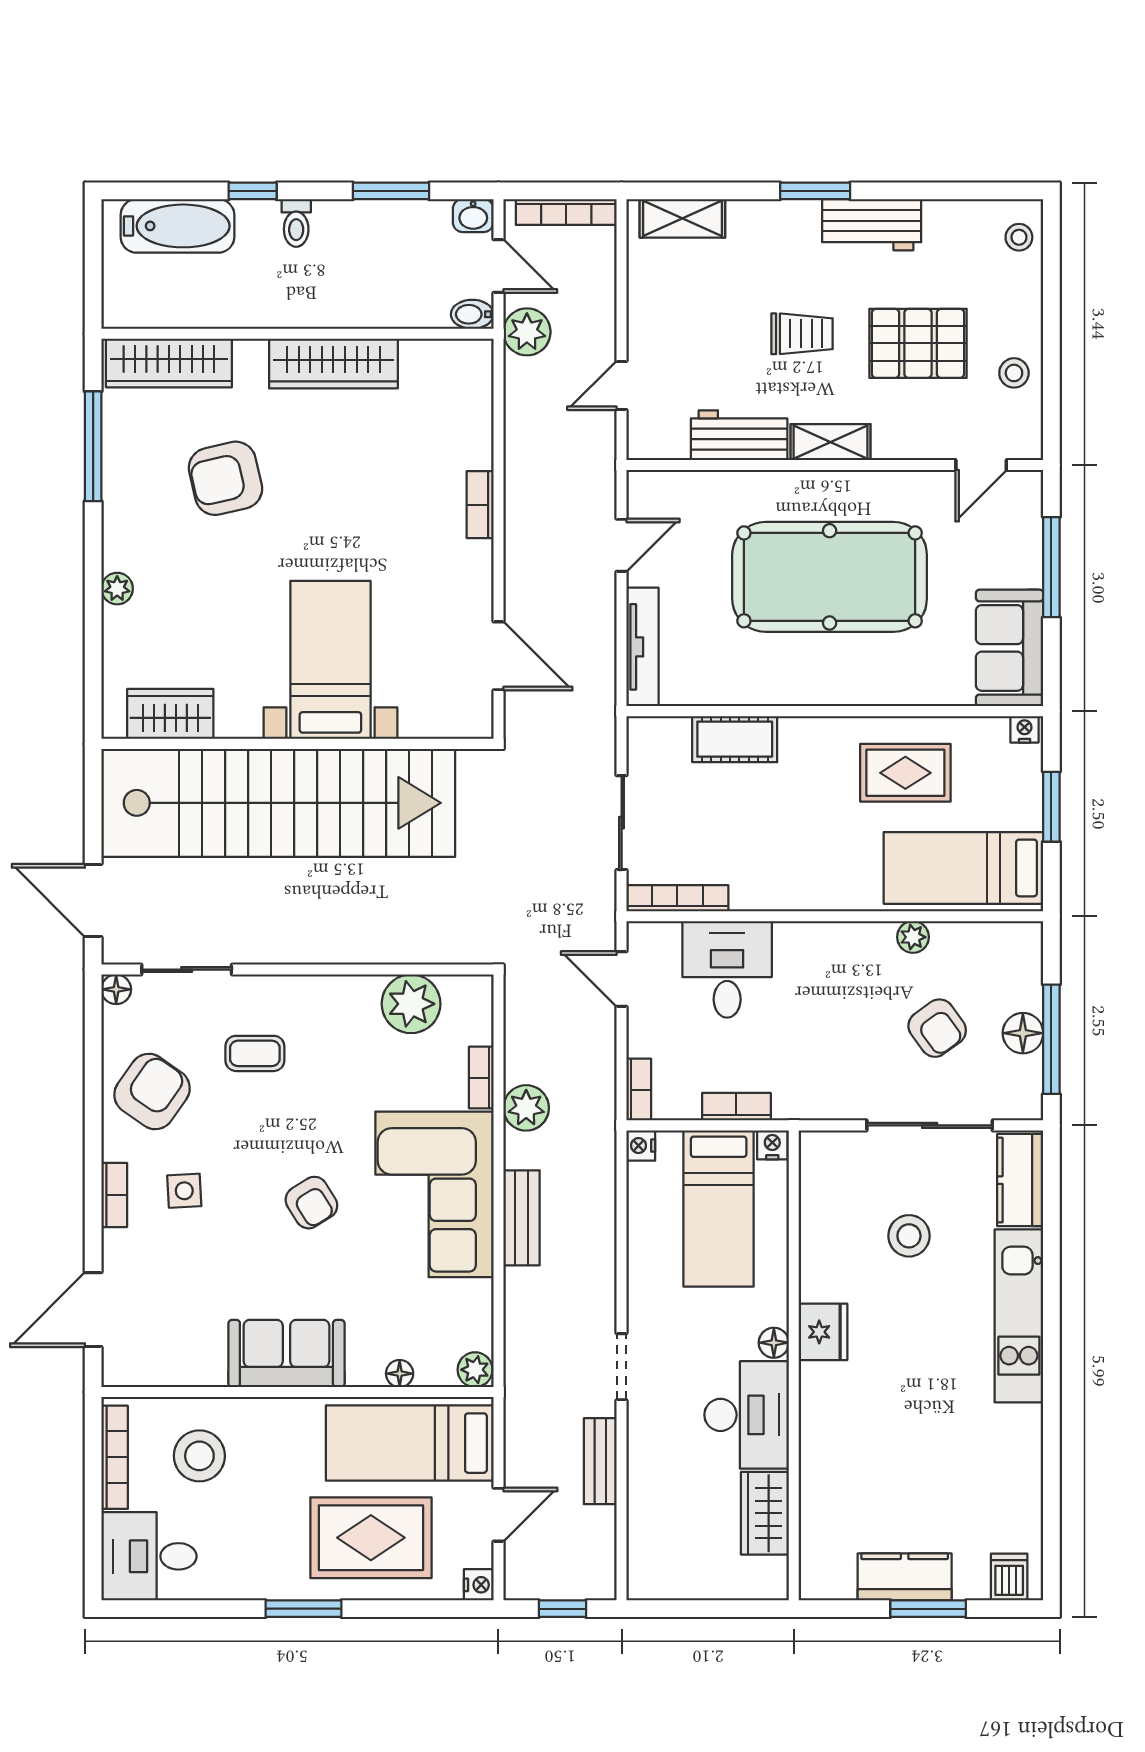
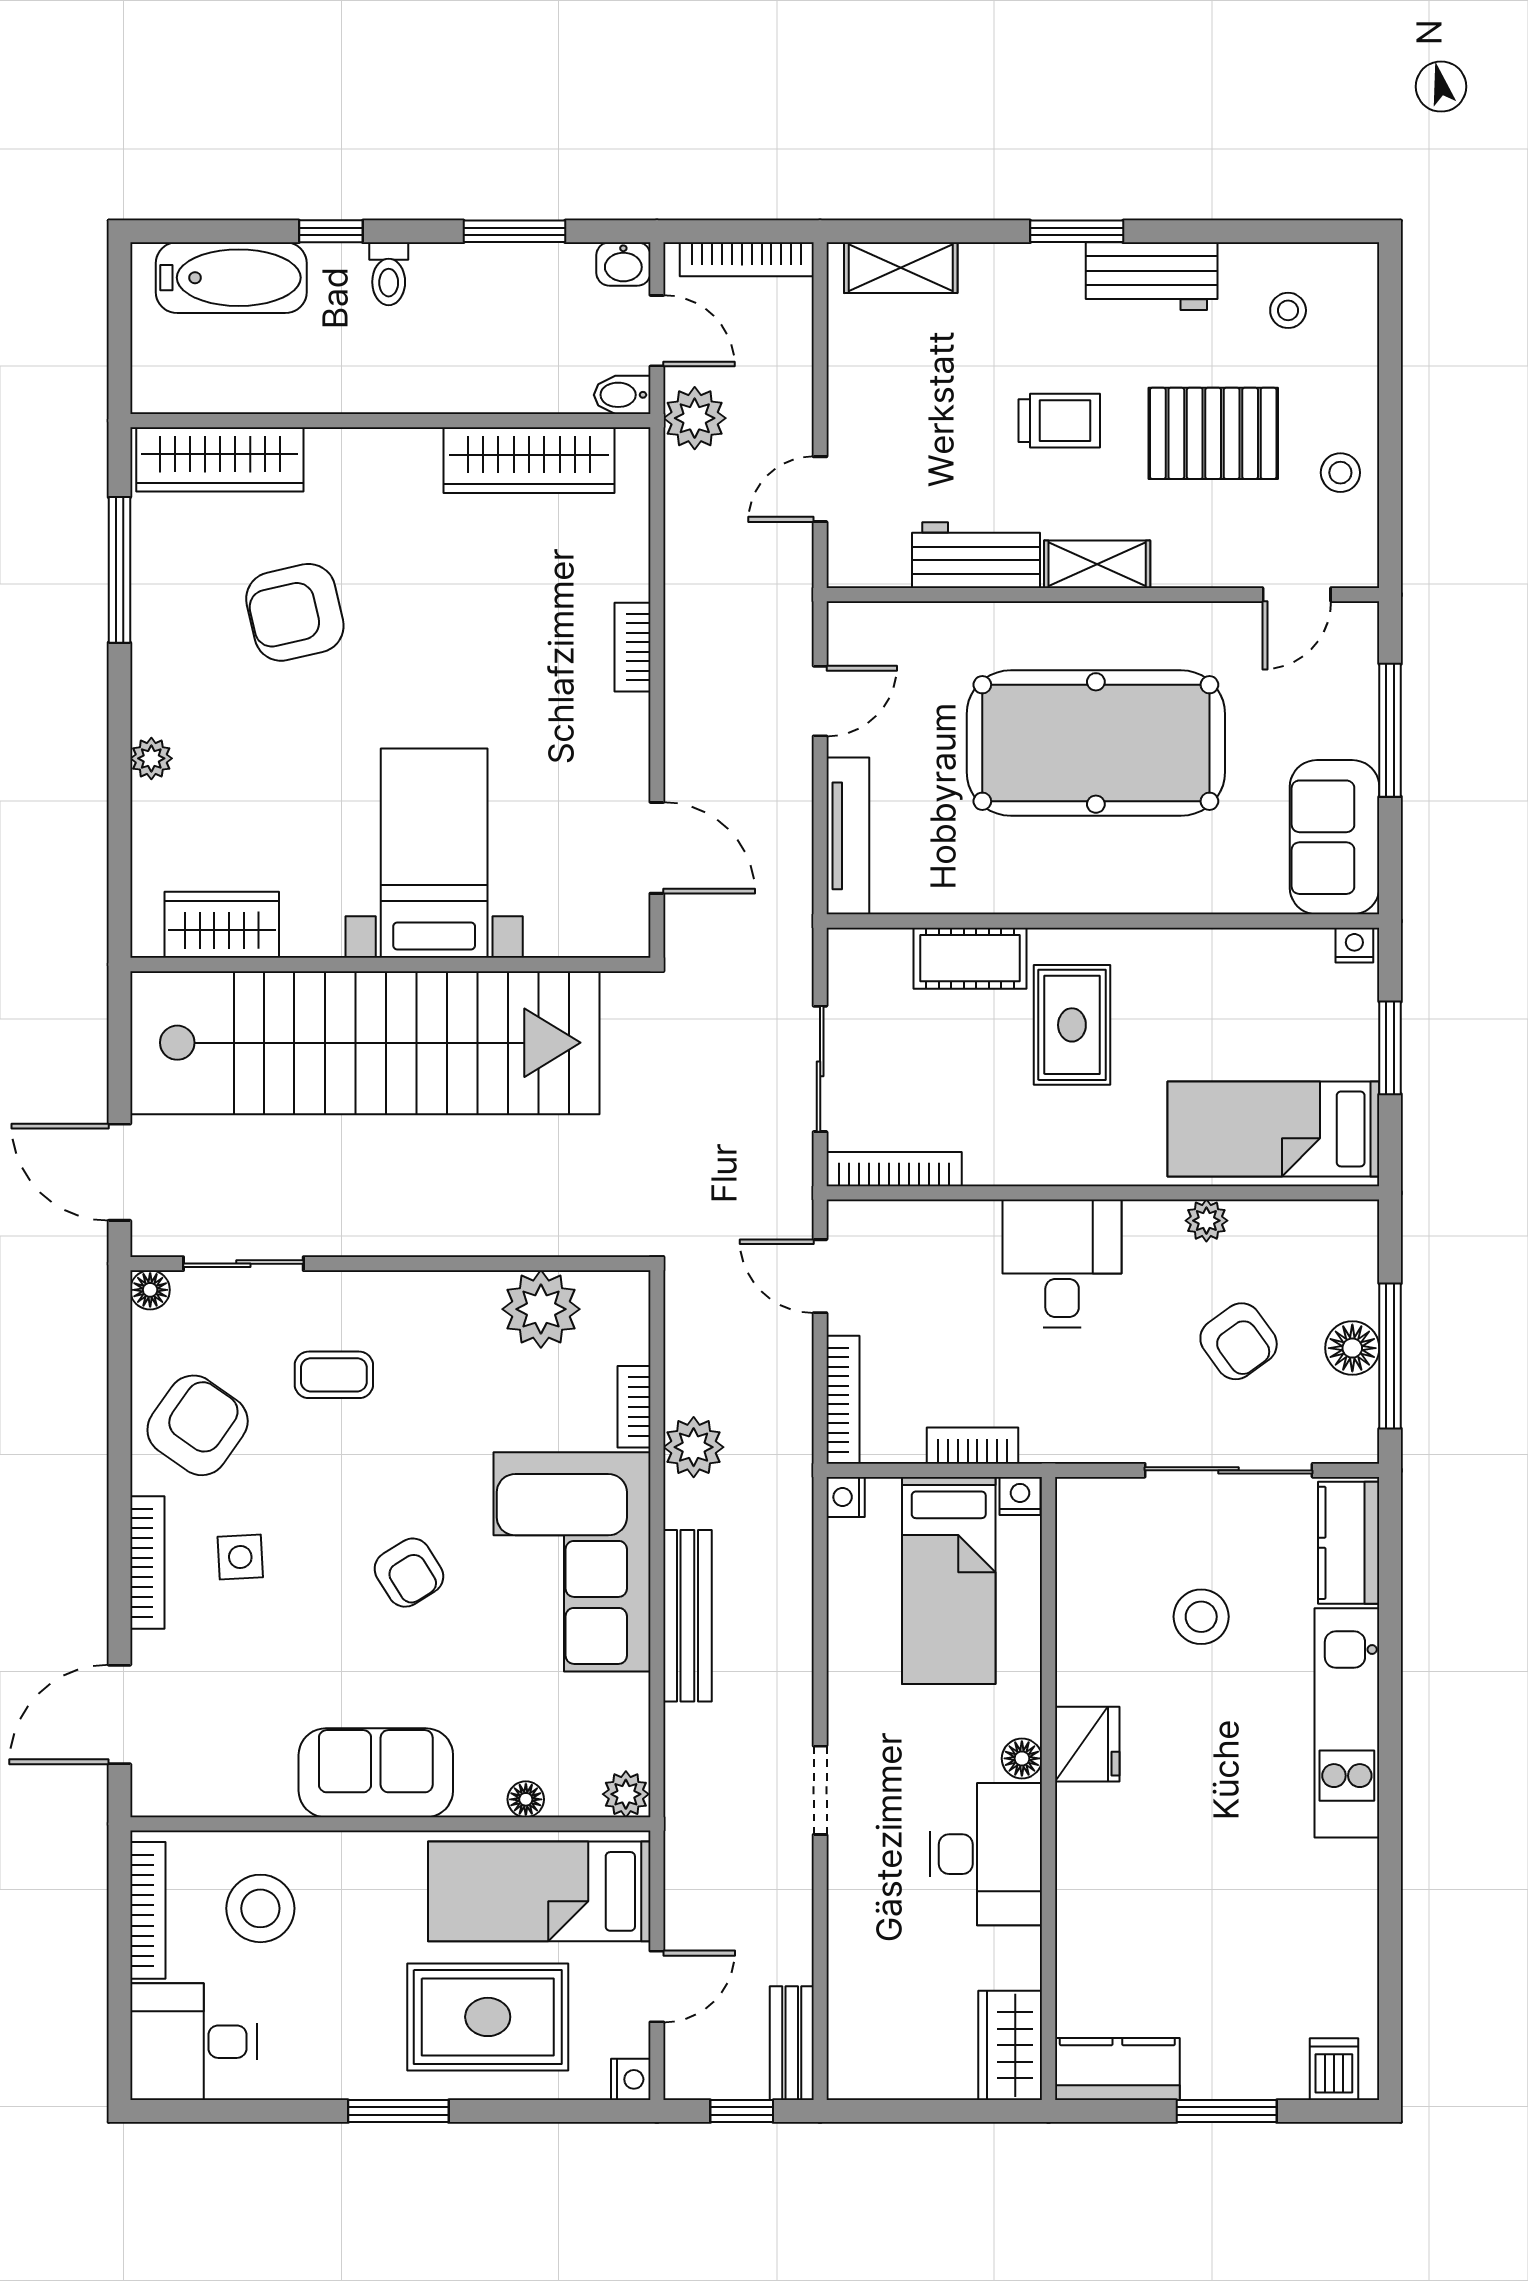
stool: (1019, 237) -> (1288, 310), moved
wardrobe: (333, 364) -> (529, 460), moved
rug: (905, 773) -> (1072, 1025), moved, turned 90
desk: (727, 969) -> (1062, 1263), moved
bookcase: (639, 1090) -> (843, 1400), width x1.56
bookcase: (114, 1195) -> (147, 1563), width x1.56
bench: (522, 1218) -> (687, 1616), width x1.36
bench: (600, 1461) -> (792, 2043), moved
wardrobe: (765, 1513) -> (1010, 2045), moved
kitchen counter: (905, 1577) -> (1117, 2069), moved

